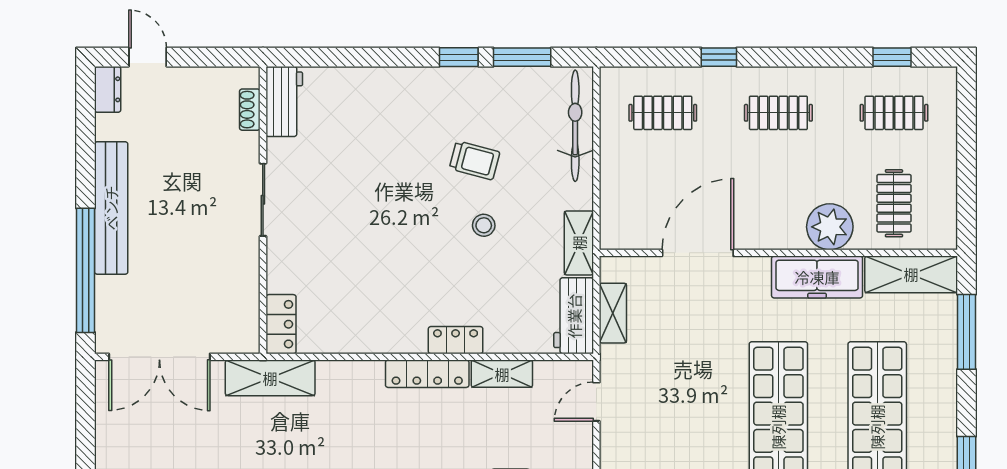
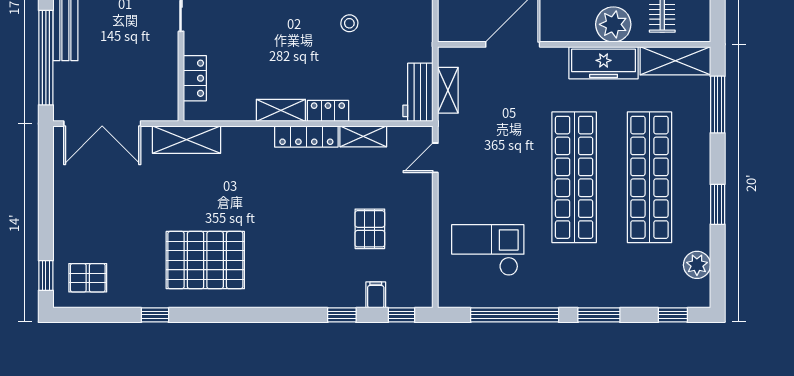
shelving: (579, 243) -> (281, 110), moved, turned 90
locker: (281, 324) -> (195, 78), moved

